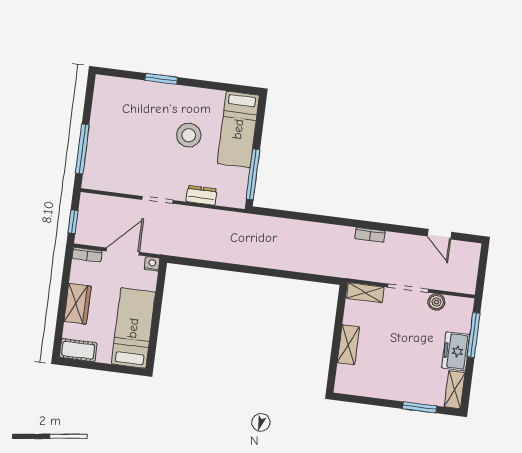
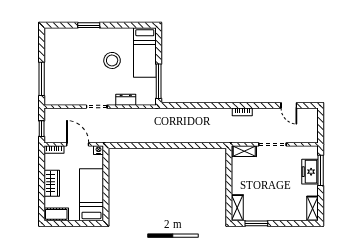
door: (123, 252) -> (78, 144), hinge flipped
boiler: (436, 302) -> (293, 151), removed
shelving: (348, 345) -> (237, 208), moved
freezer: (456, 351) -> (310, 172), moved
window: (420, 407) -> (256, 223), moved

